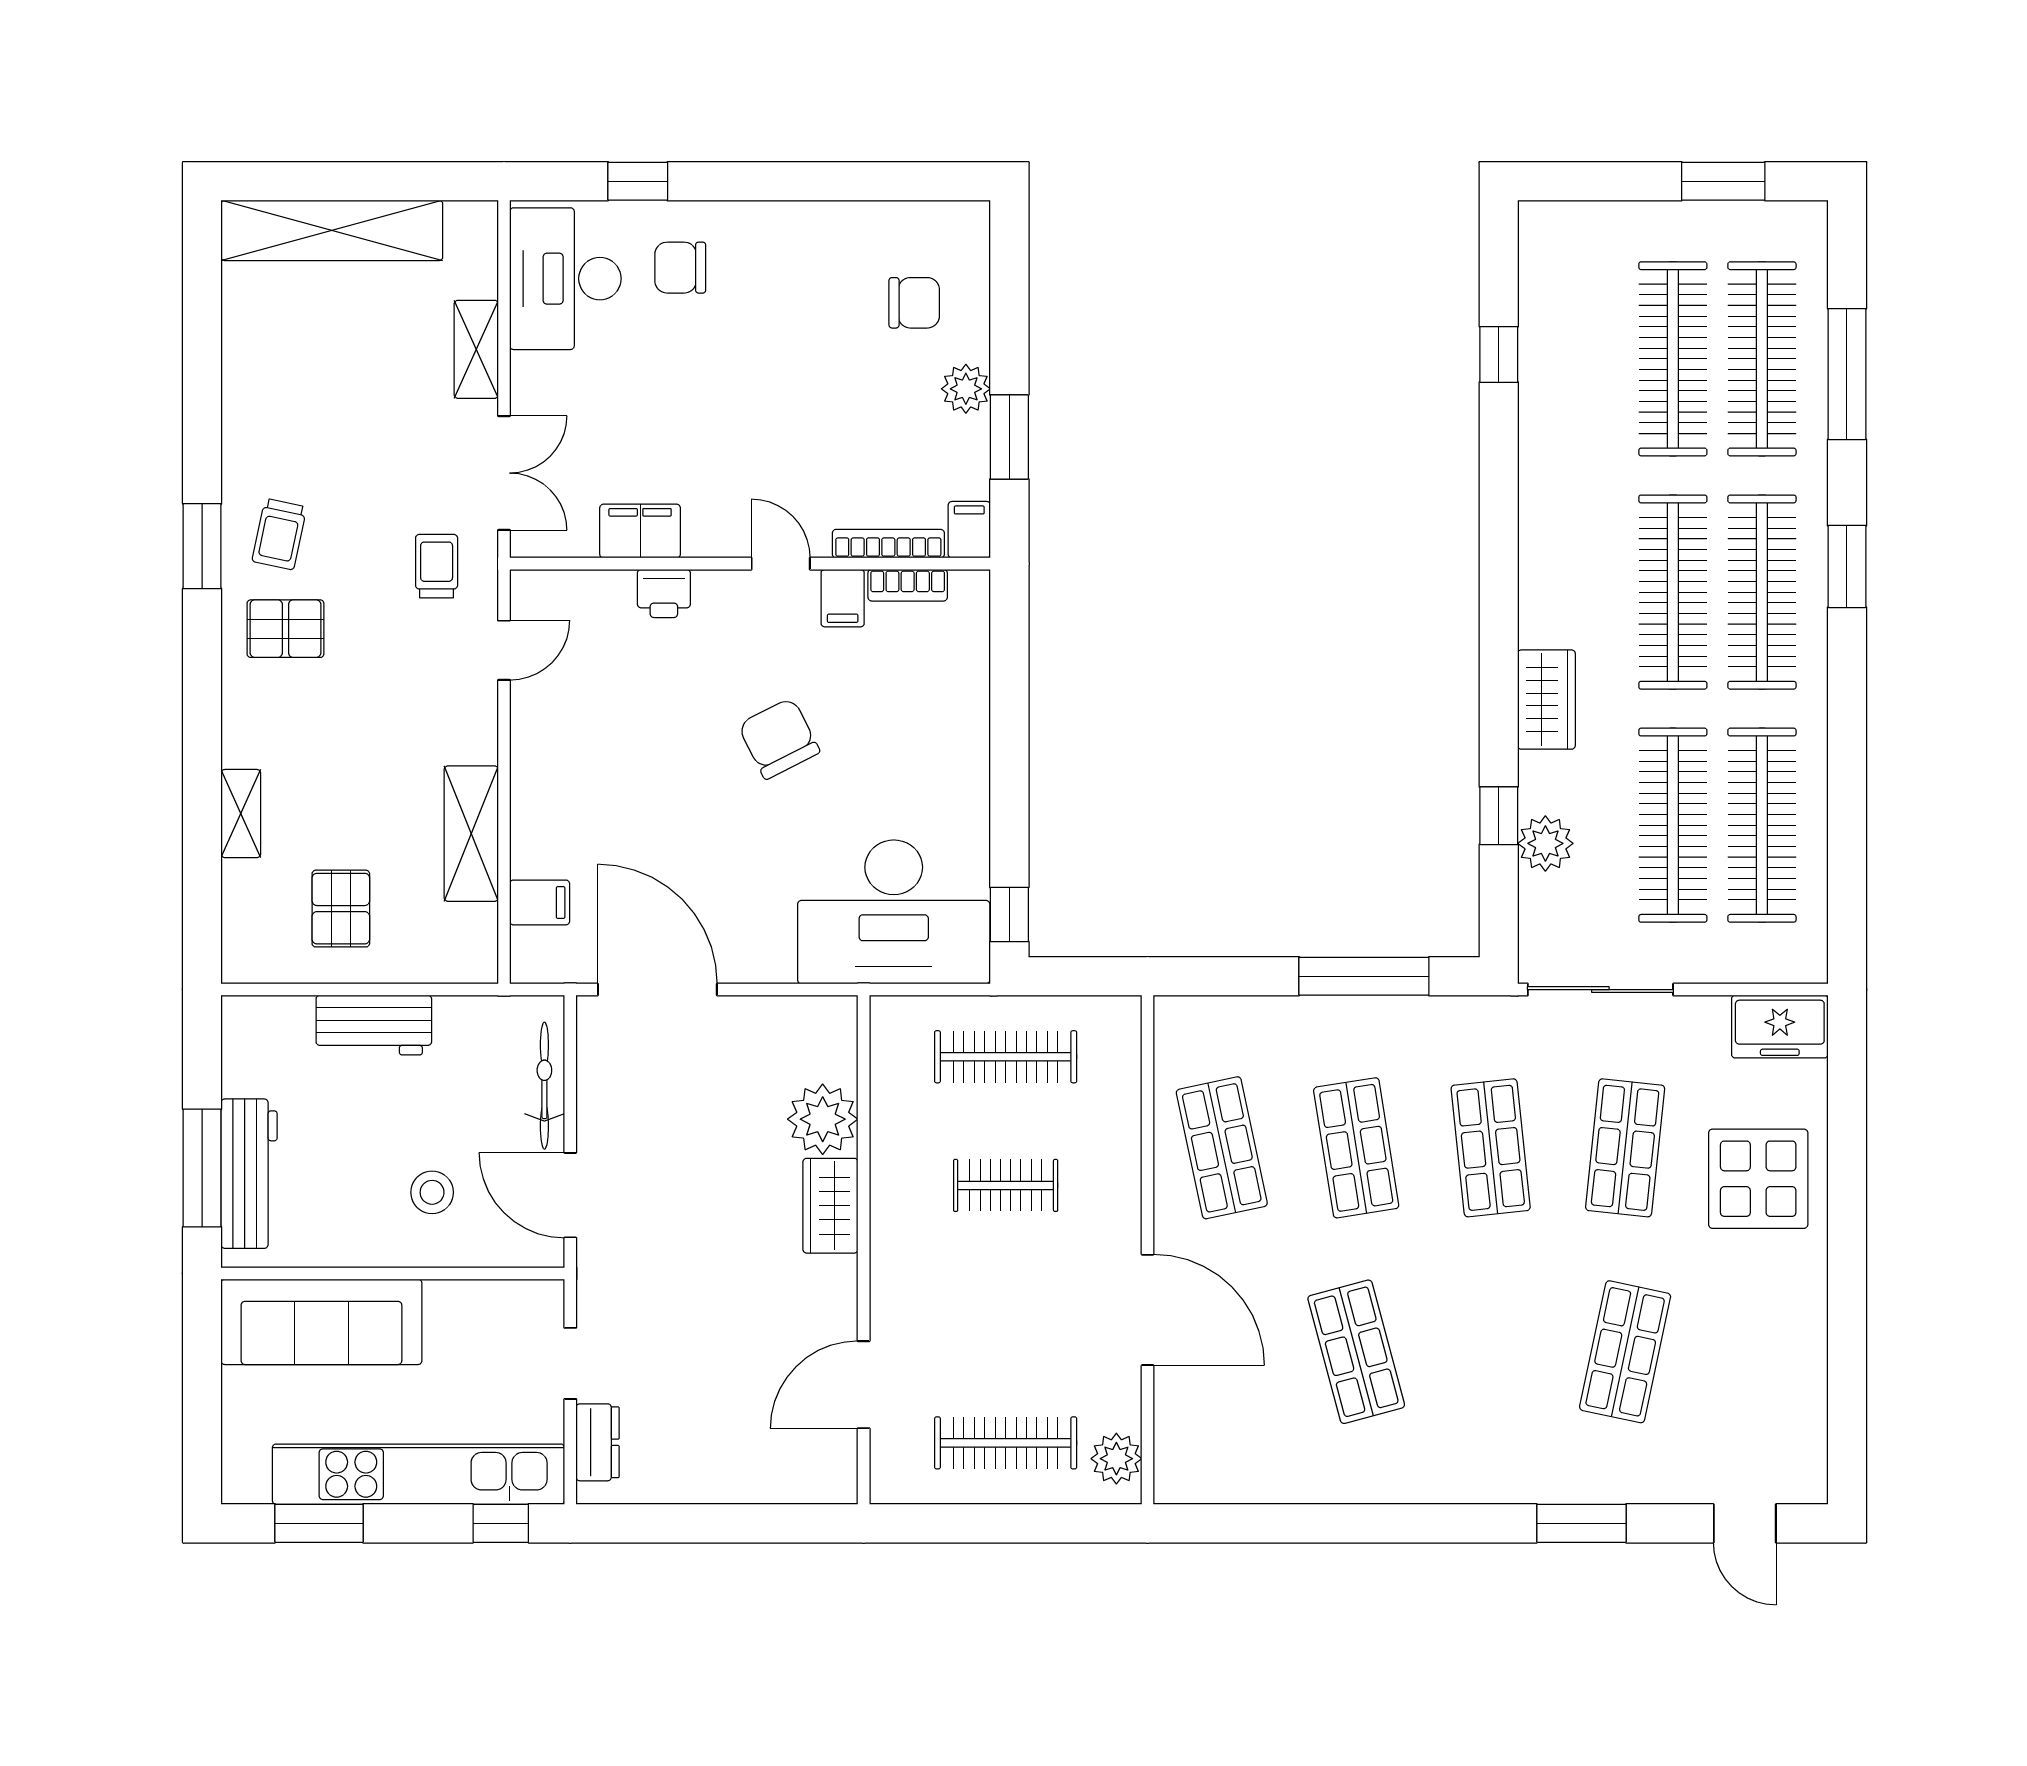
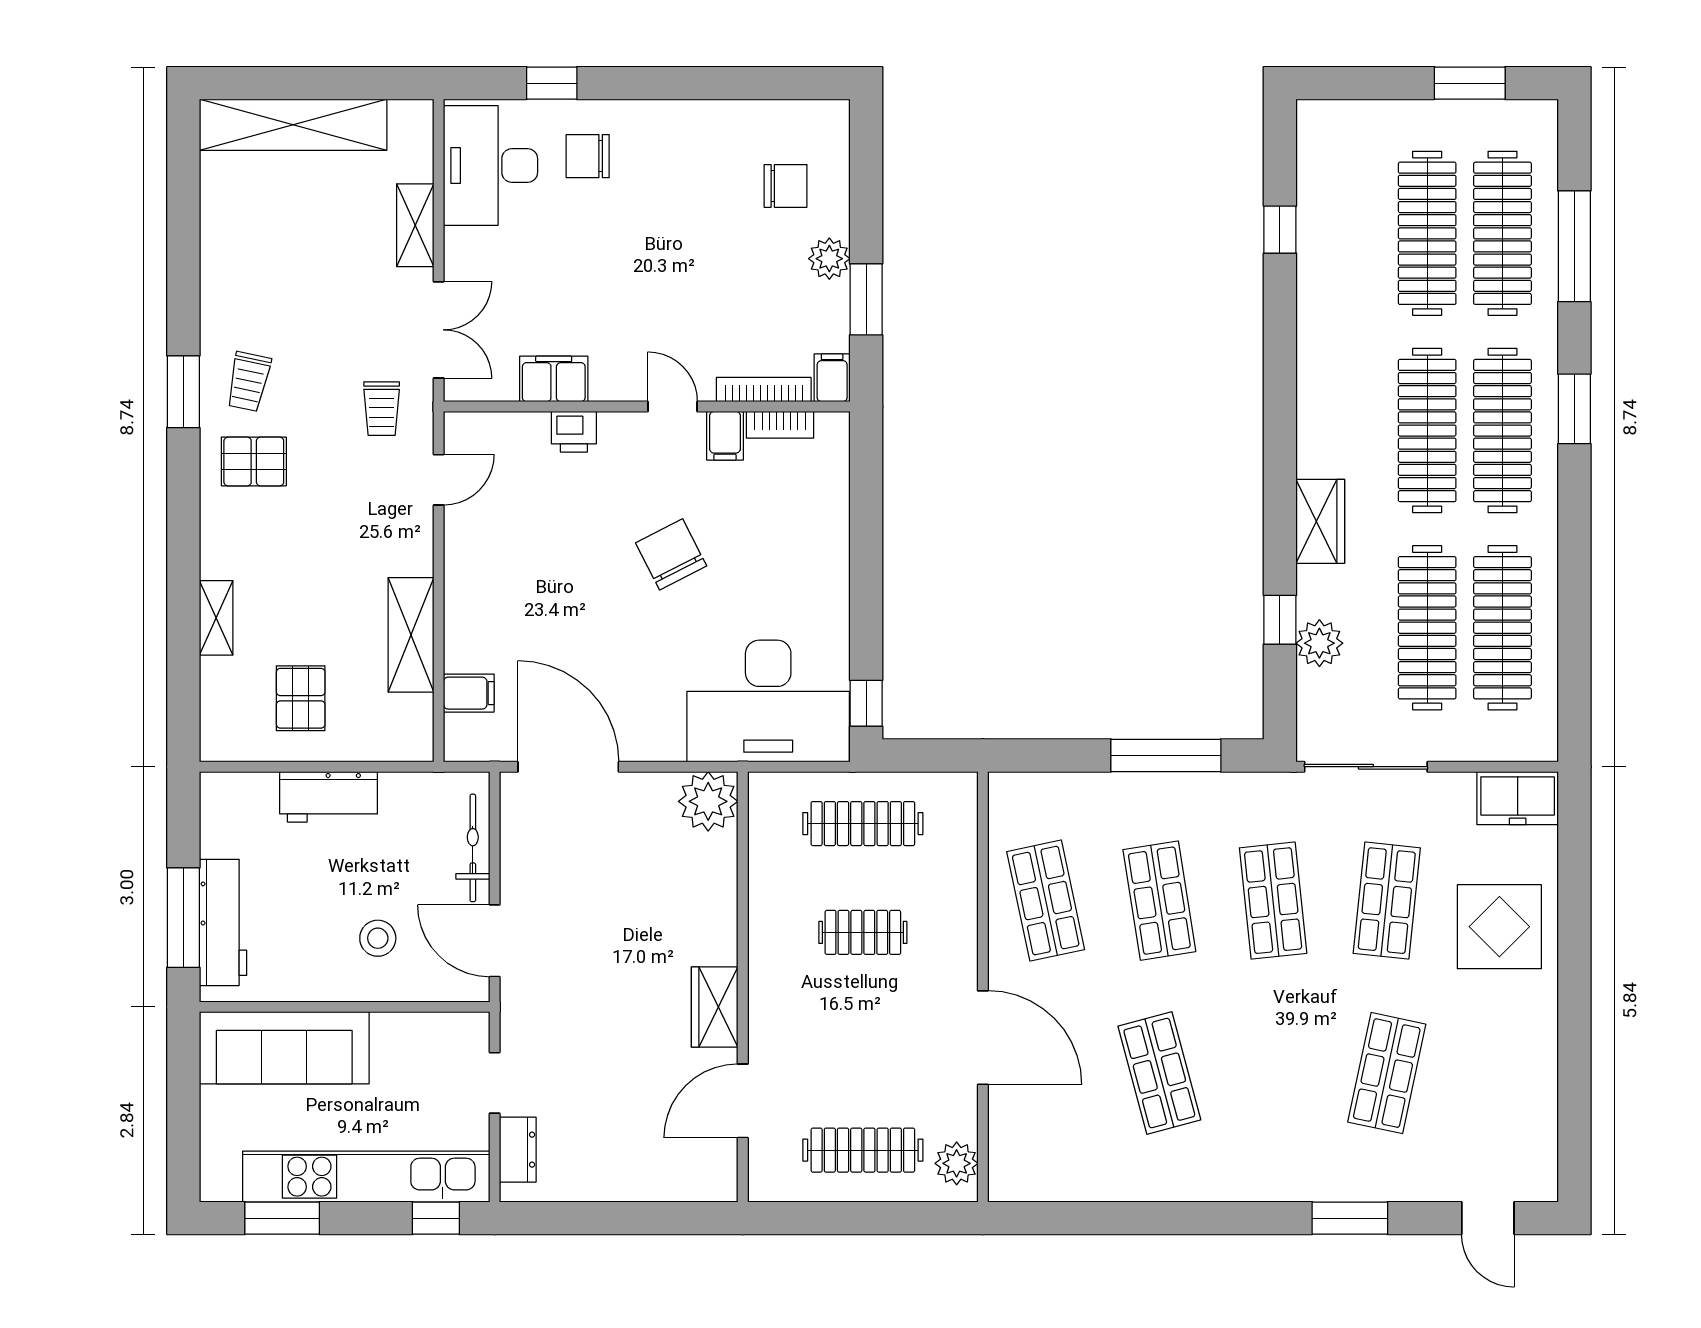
trolley: (437, 566) -> (382, 409), turned 180
plant: (823, 1119) -> (708, 801), moved
wardrobe: (830, 1206) -> (715, 1007), moved

